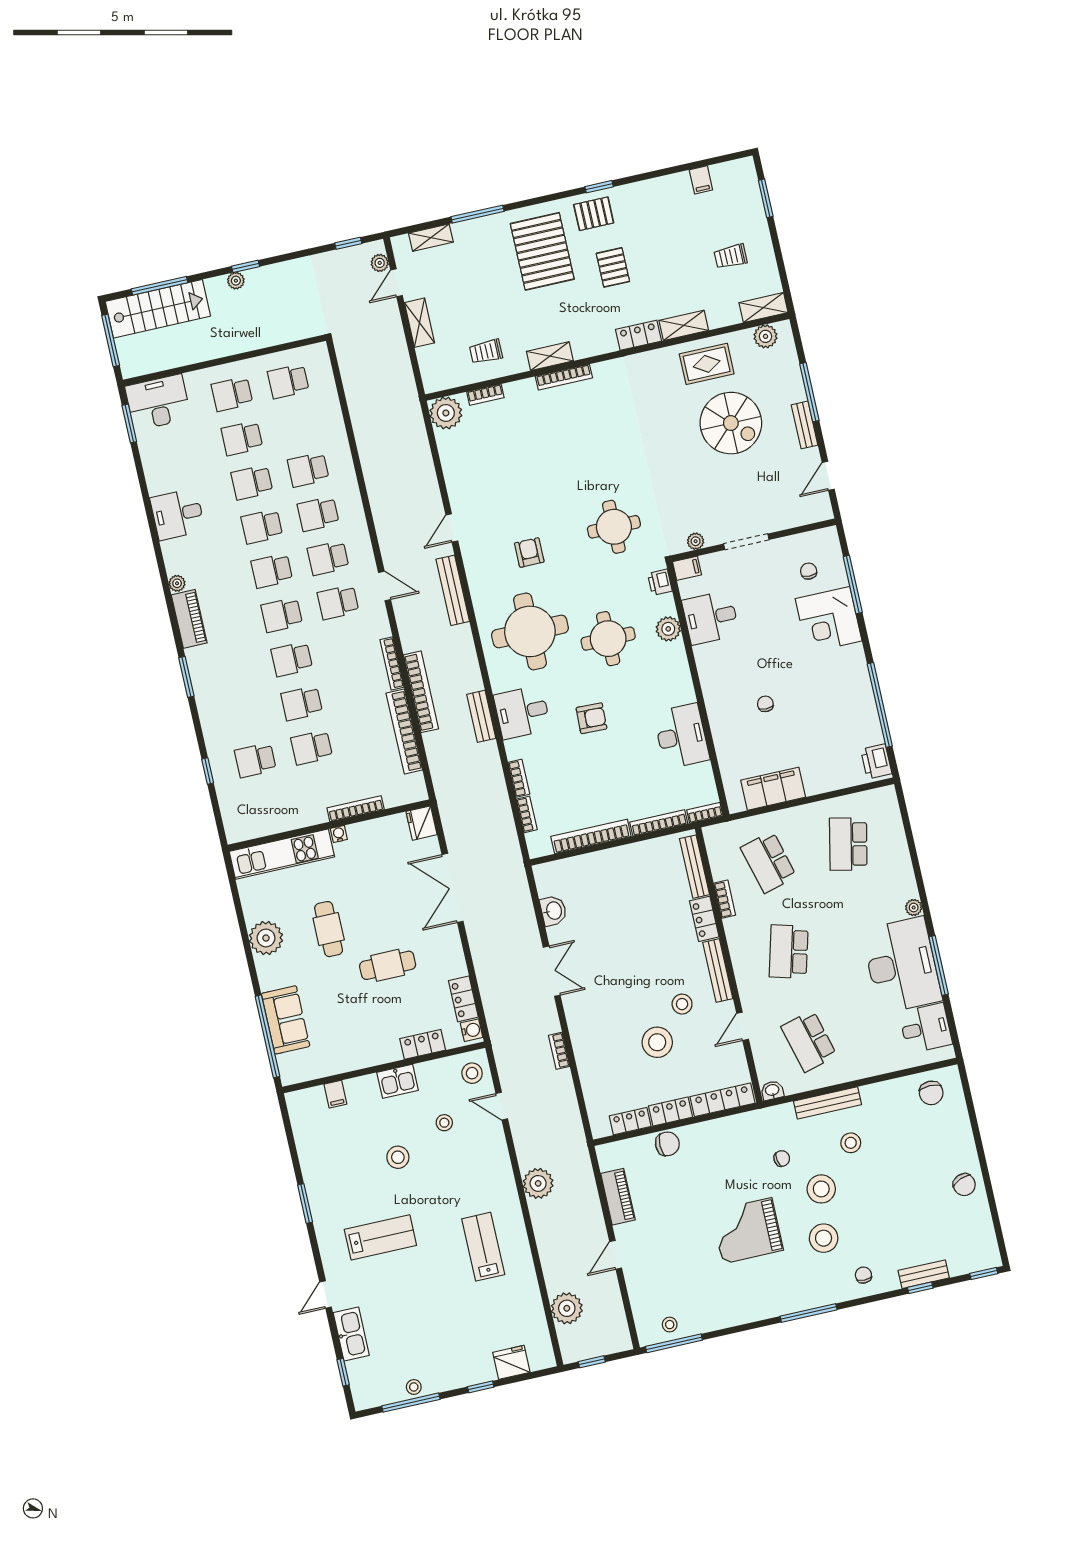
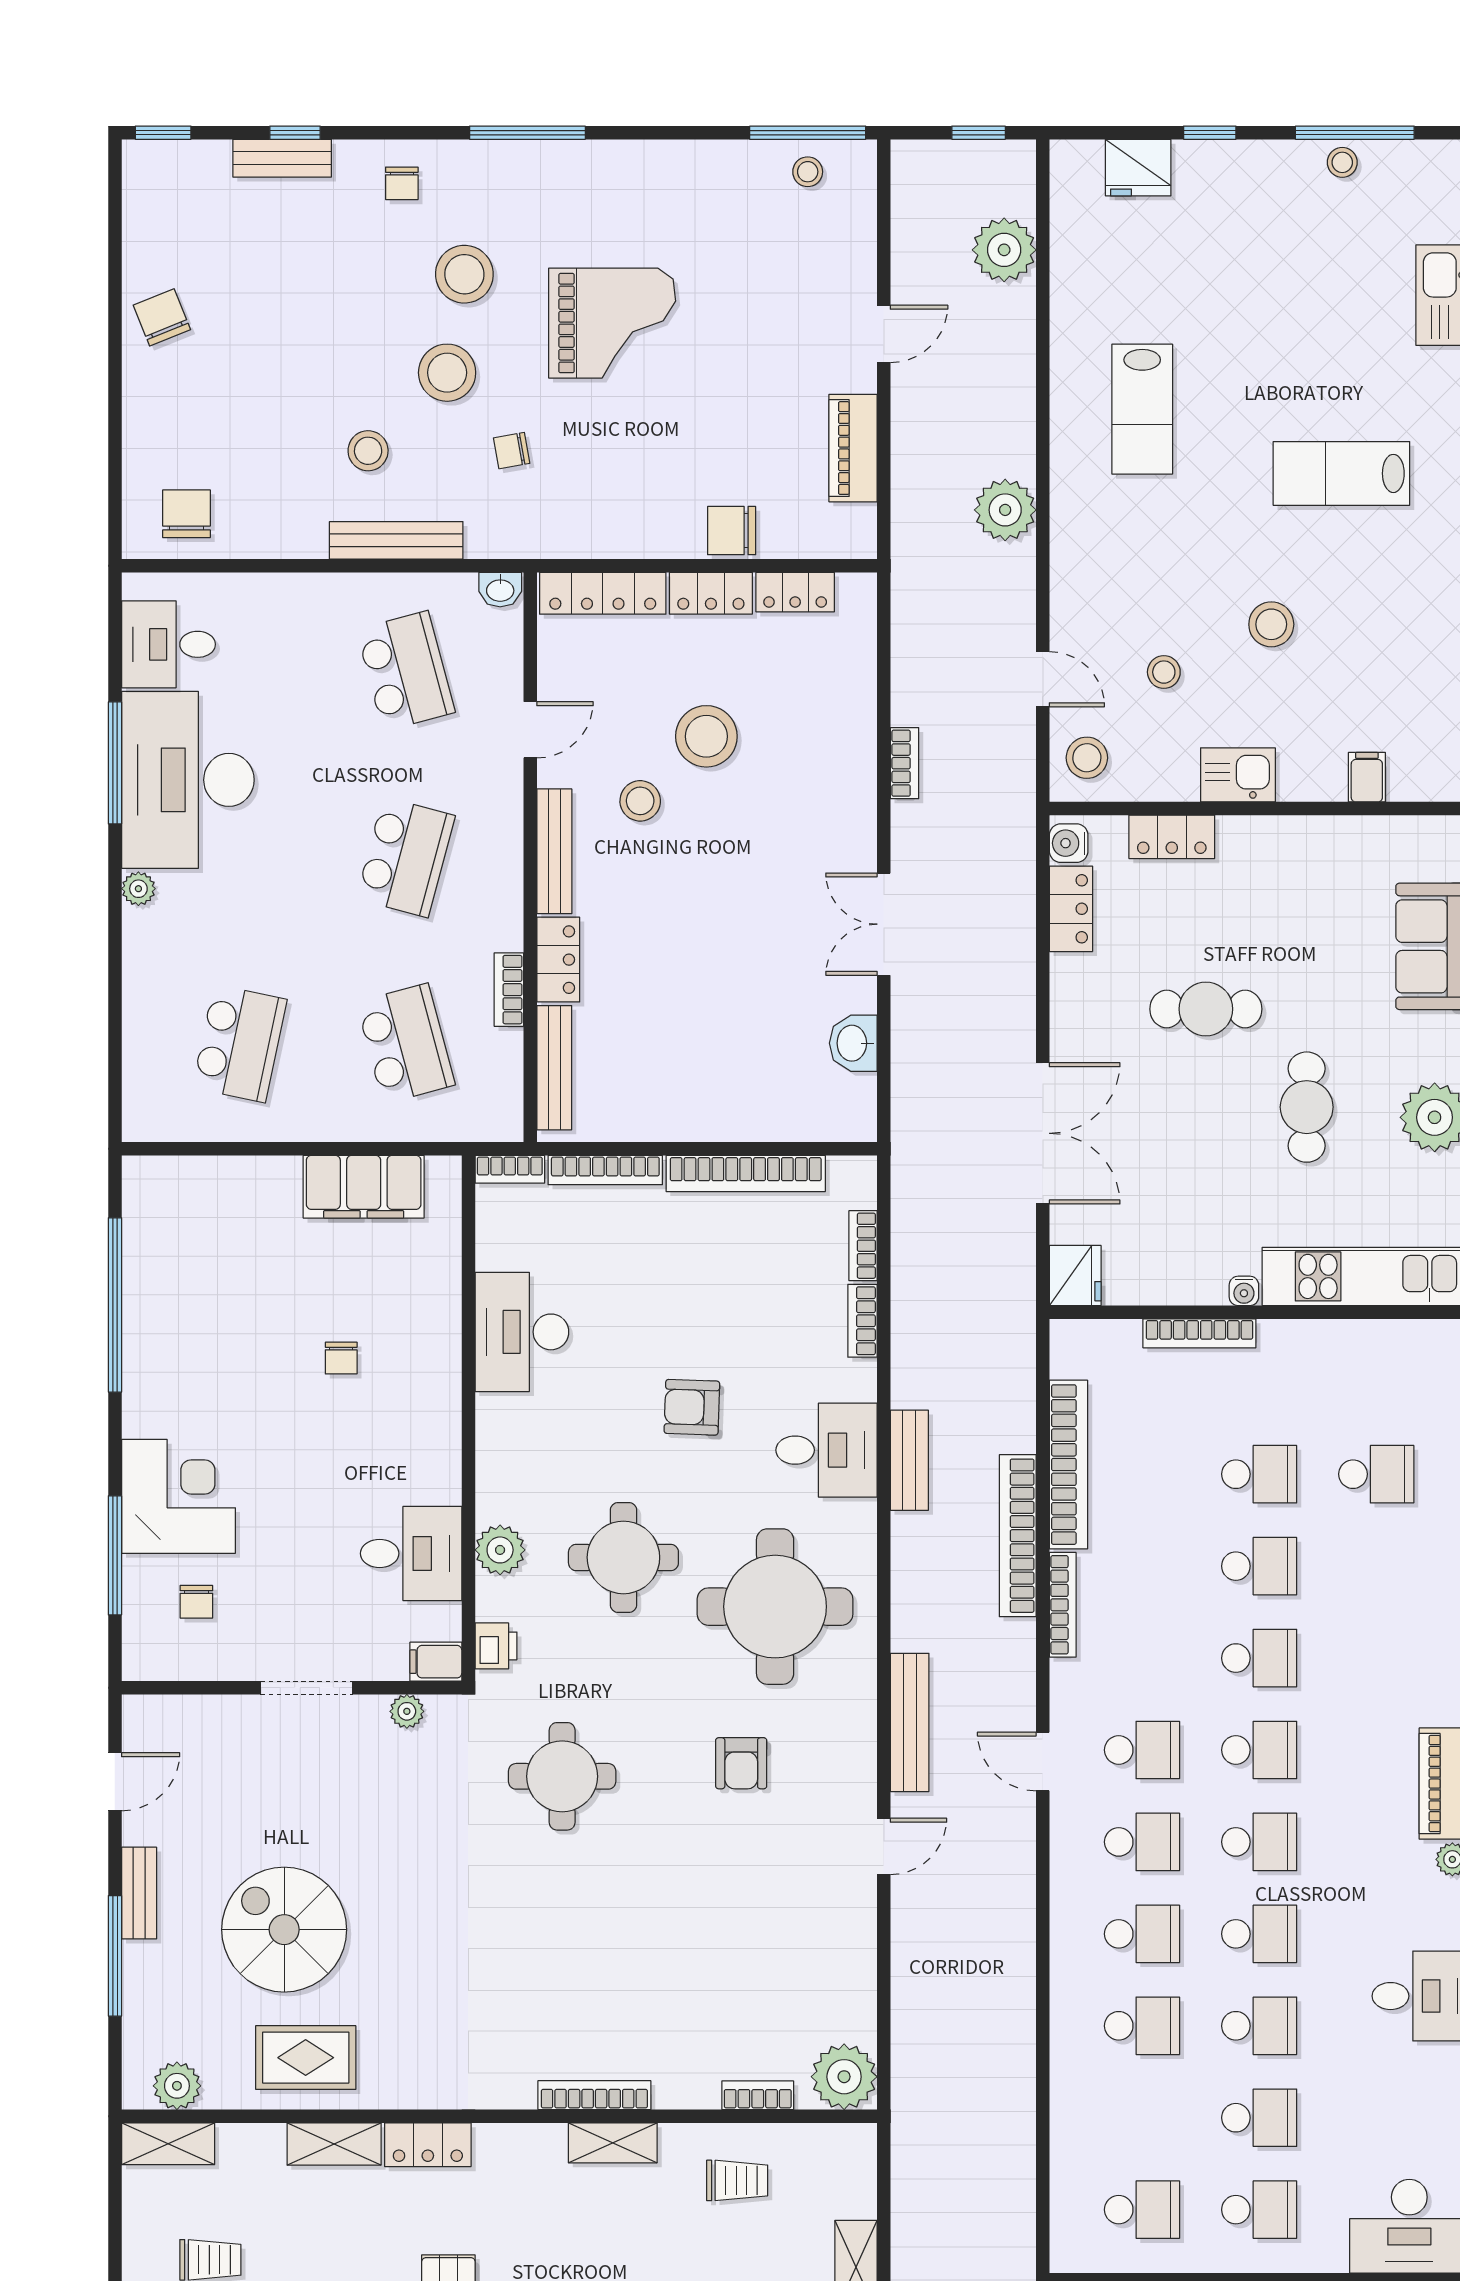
printer: (876, 762) -> (147, 1194), removed

